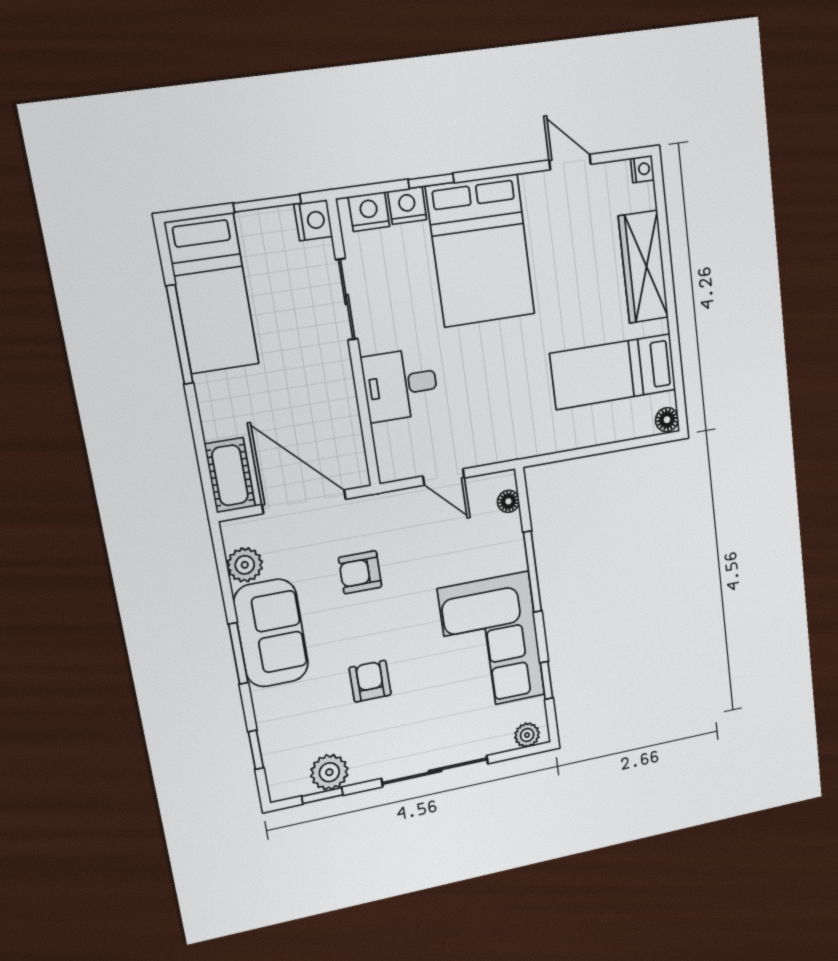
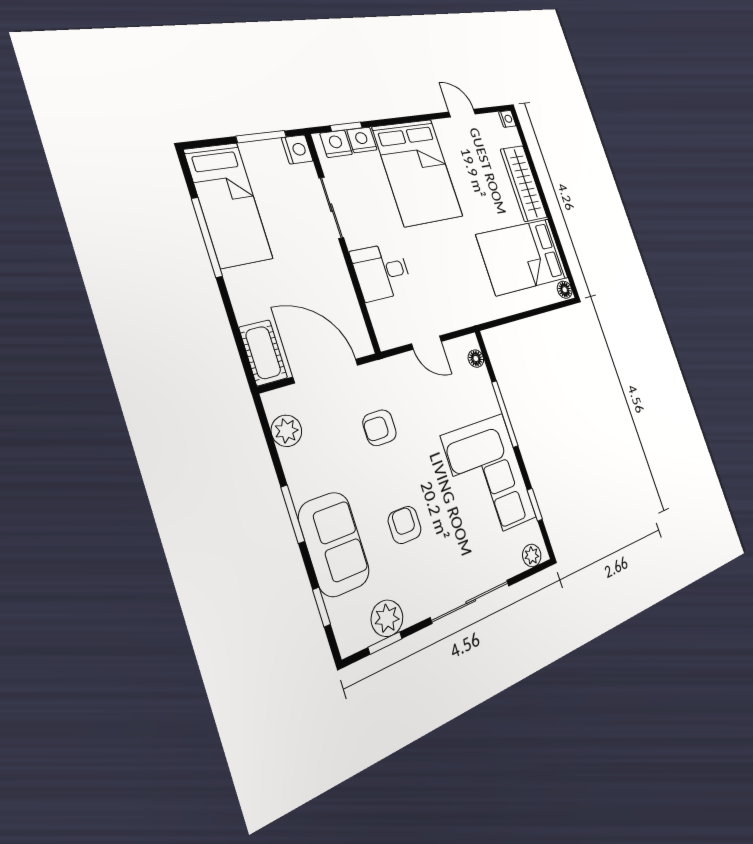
window: (431, 181) -> (346, 127), moved
bed: (613, 372) -> (523, 257), width x1.50
sofa: (271, 633) -> (334, 544), moved

